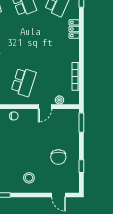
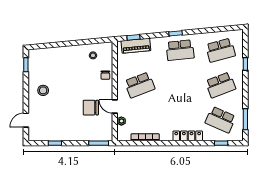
locker: (74, 29) -> (188, 136), width x1.53
school desk: (24, 82) -> (140, 85), turned -39
chair: (58, 157) -> (91, 108), moved

